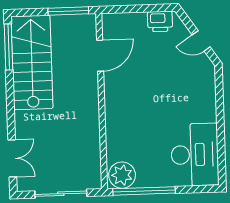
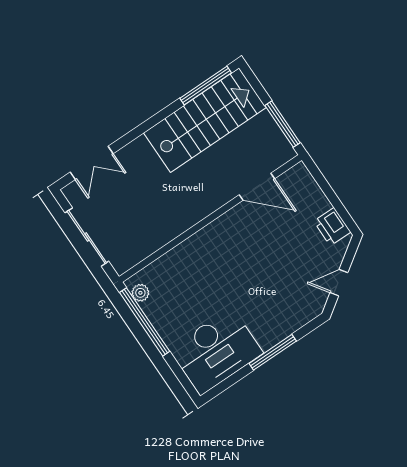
door: (201, 41) -> (339, 283), hinge flipped
window: (220, 116) -> (273, 352), added
plant: (122, 175) -> (140, 293), width x0.53, depth x0.53

